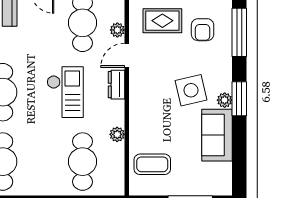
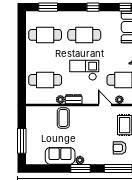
dresser: (116, 85) -> (74, 99), moved
side table: (191, 90) -> (85, 141), removed
checkout: (65, 92) -> (84, 70), turned 180
coffee table: (152, 164) -> (63, 118), moved

